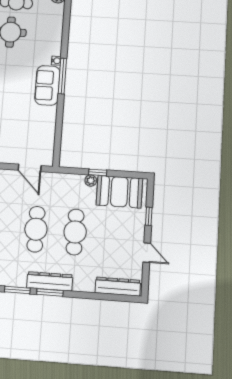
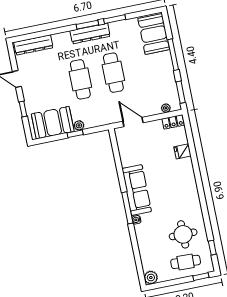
sofa: (47, 85) -> (137, 190), width x1.36

